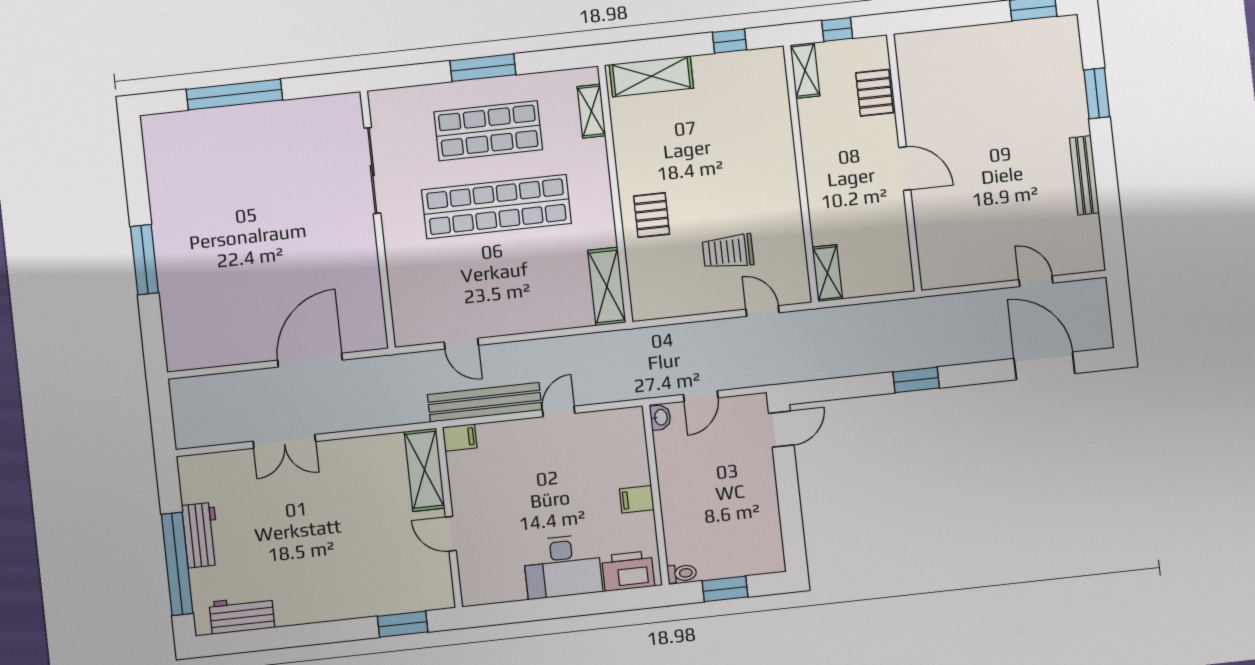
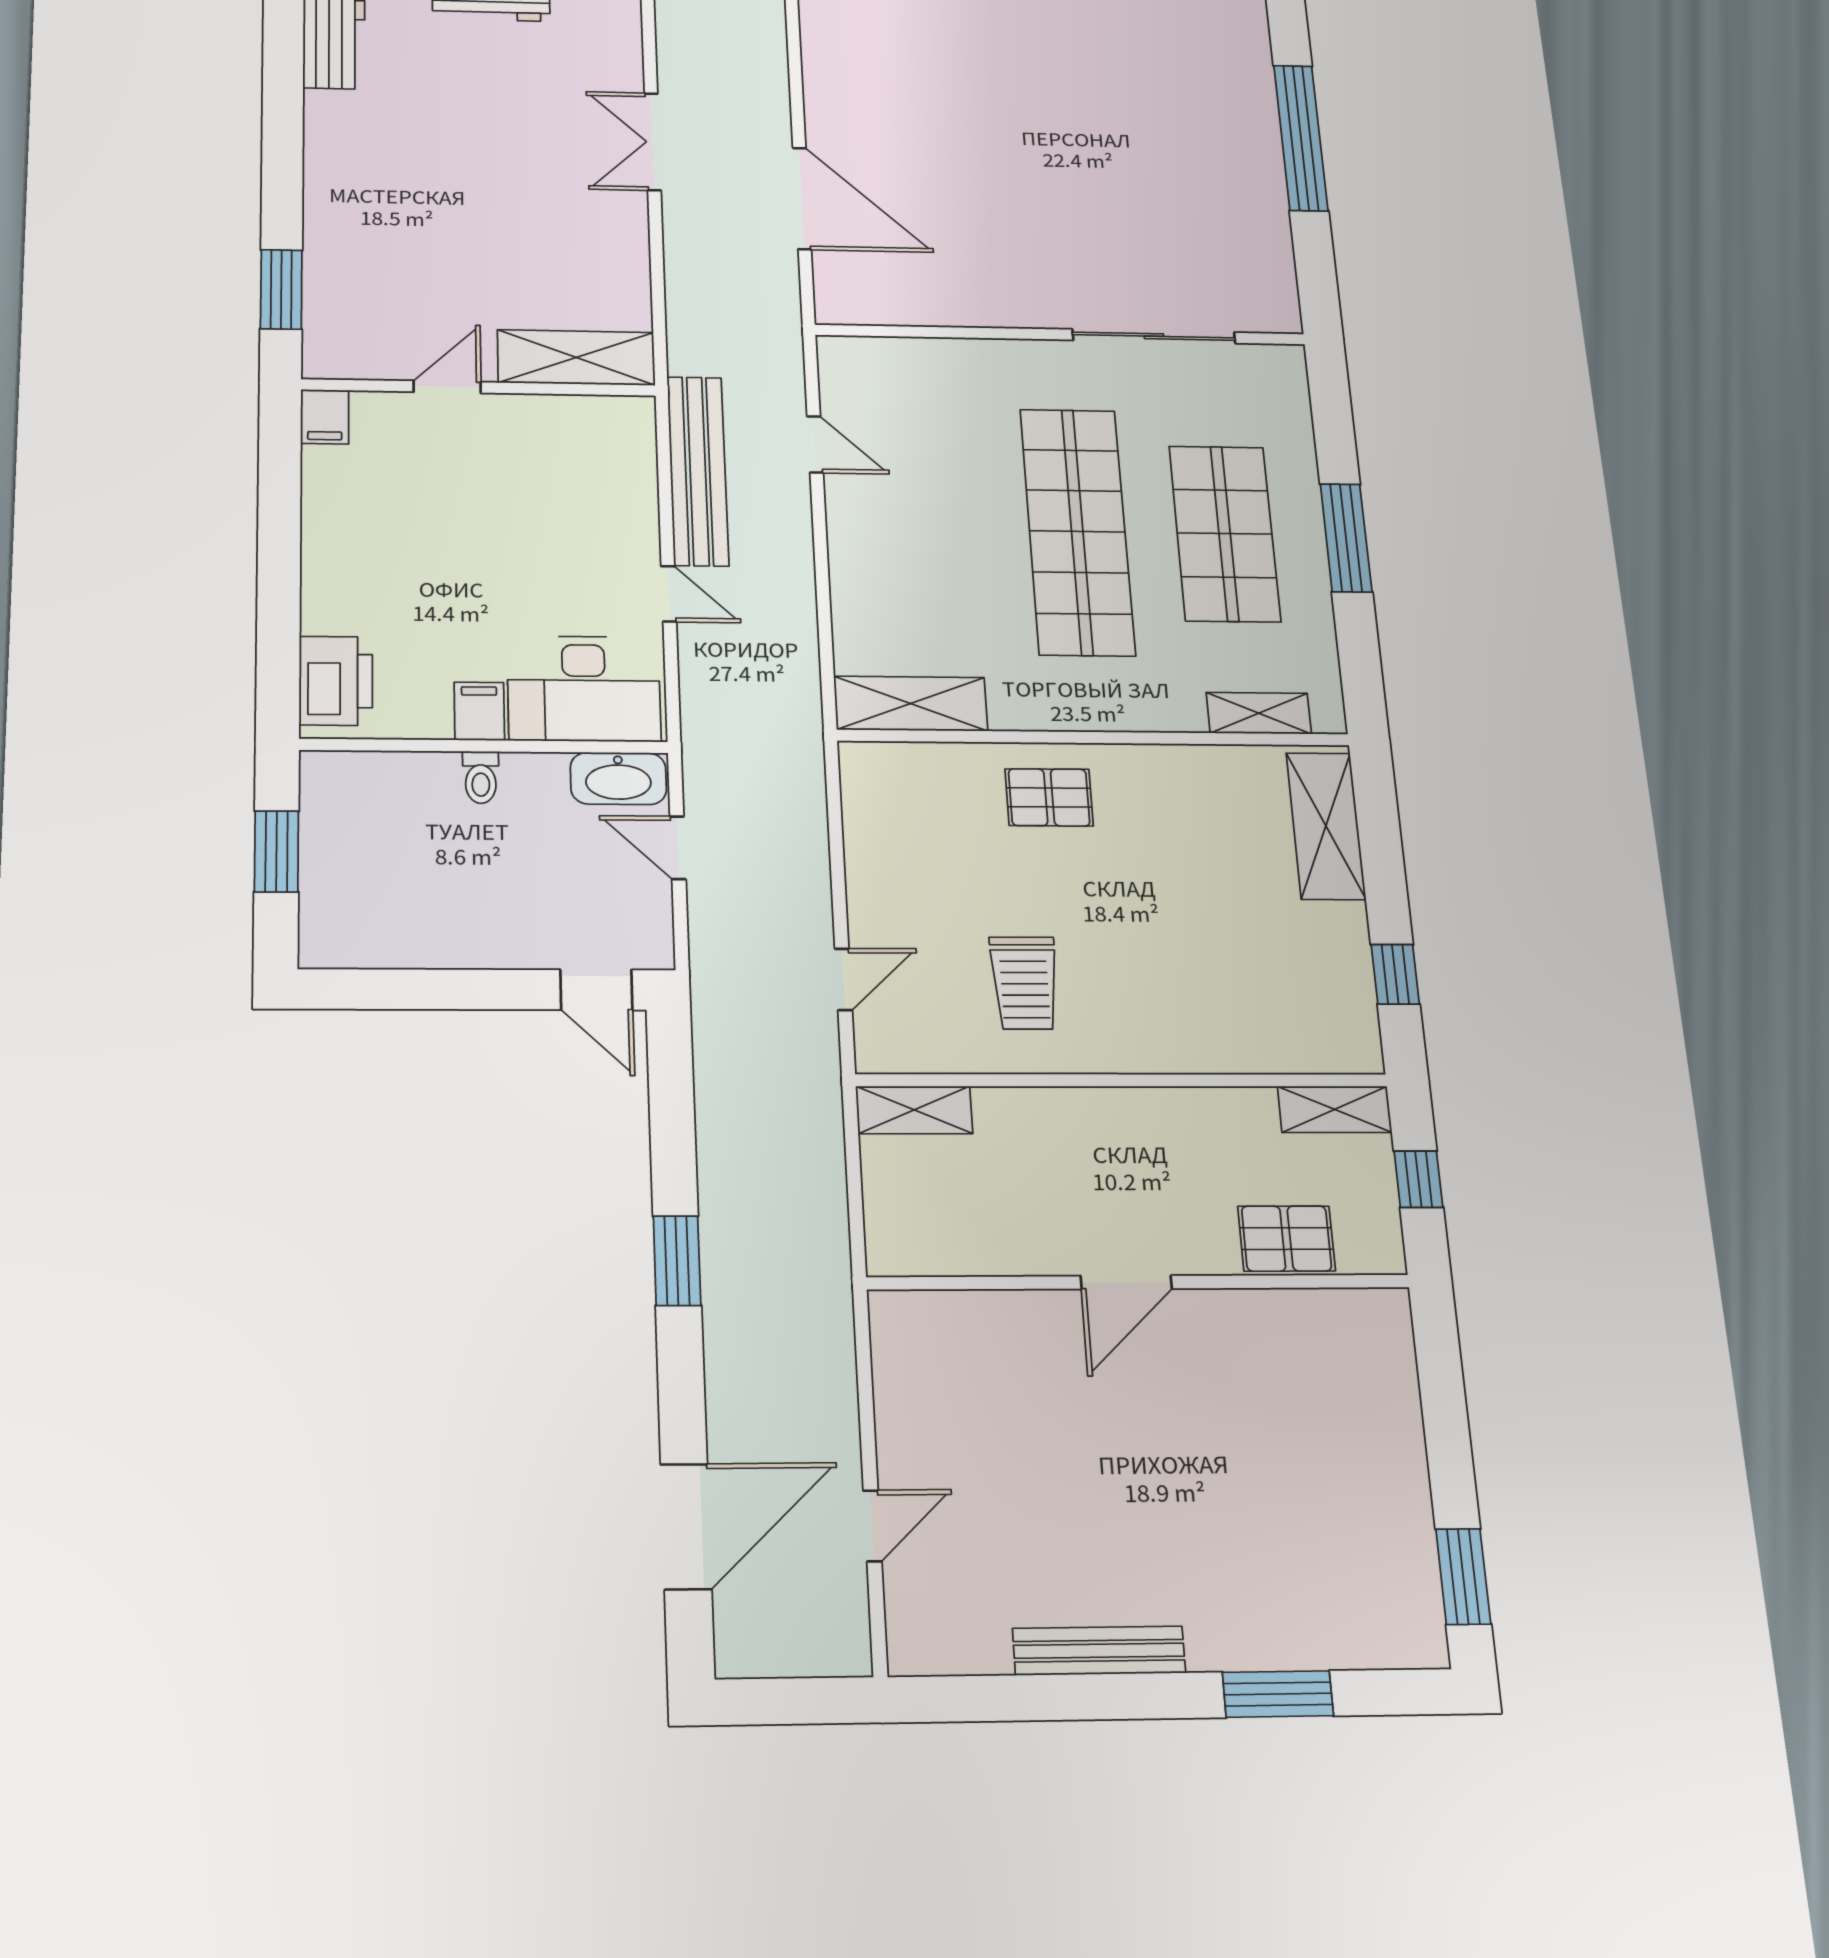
trolley: (728, 252) -> (1025, 983), moved, turned 180
door: (461, 344) -> (815, 444), swing flipped
washbasin: (660, 417) -> (618, 778), width x1.91, depth x1.45
filing cabinet: (460, 438) -> (325, 417), moved
desk: (563, 566) -> (584, 689), moved, turned -90
toilet: (682, 573) -> (481, 777), moved

